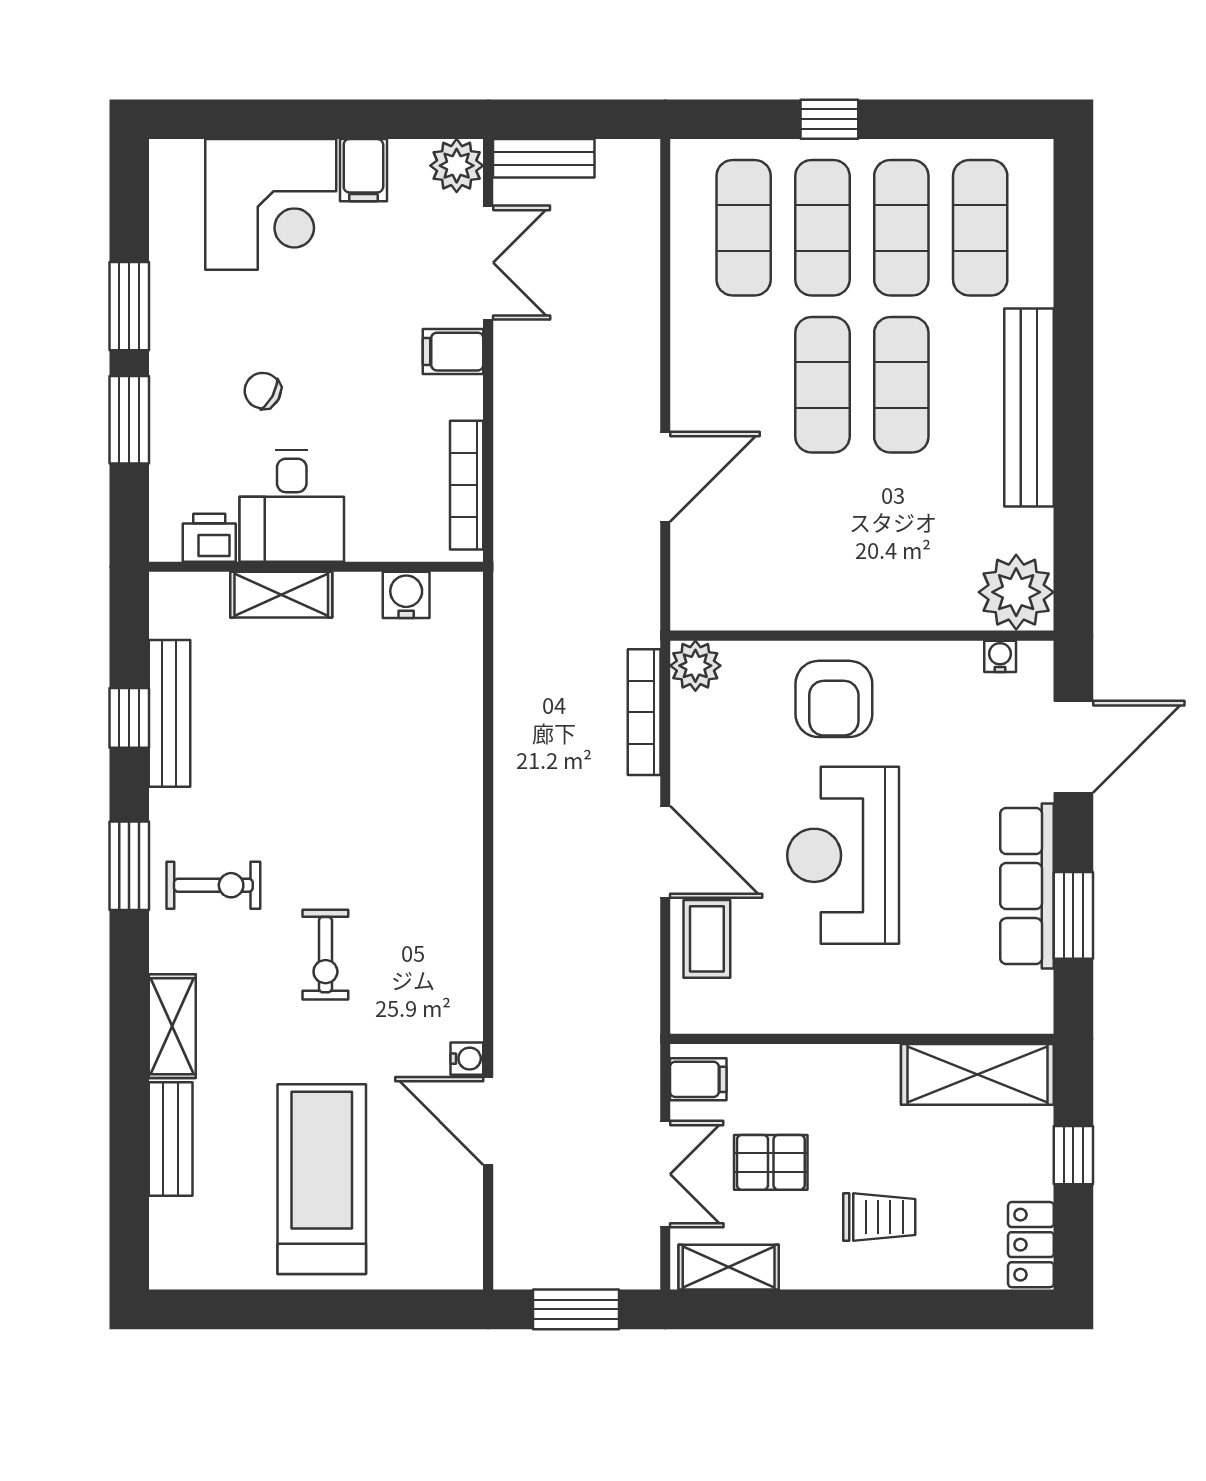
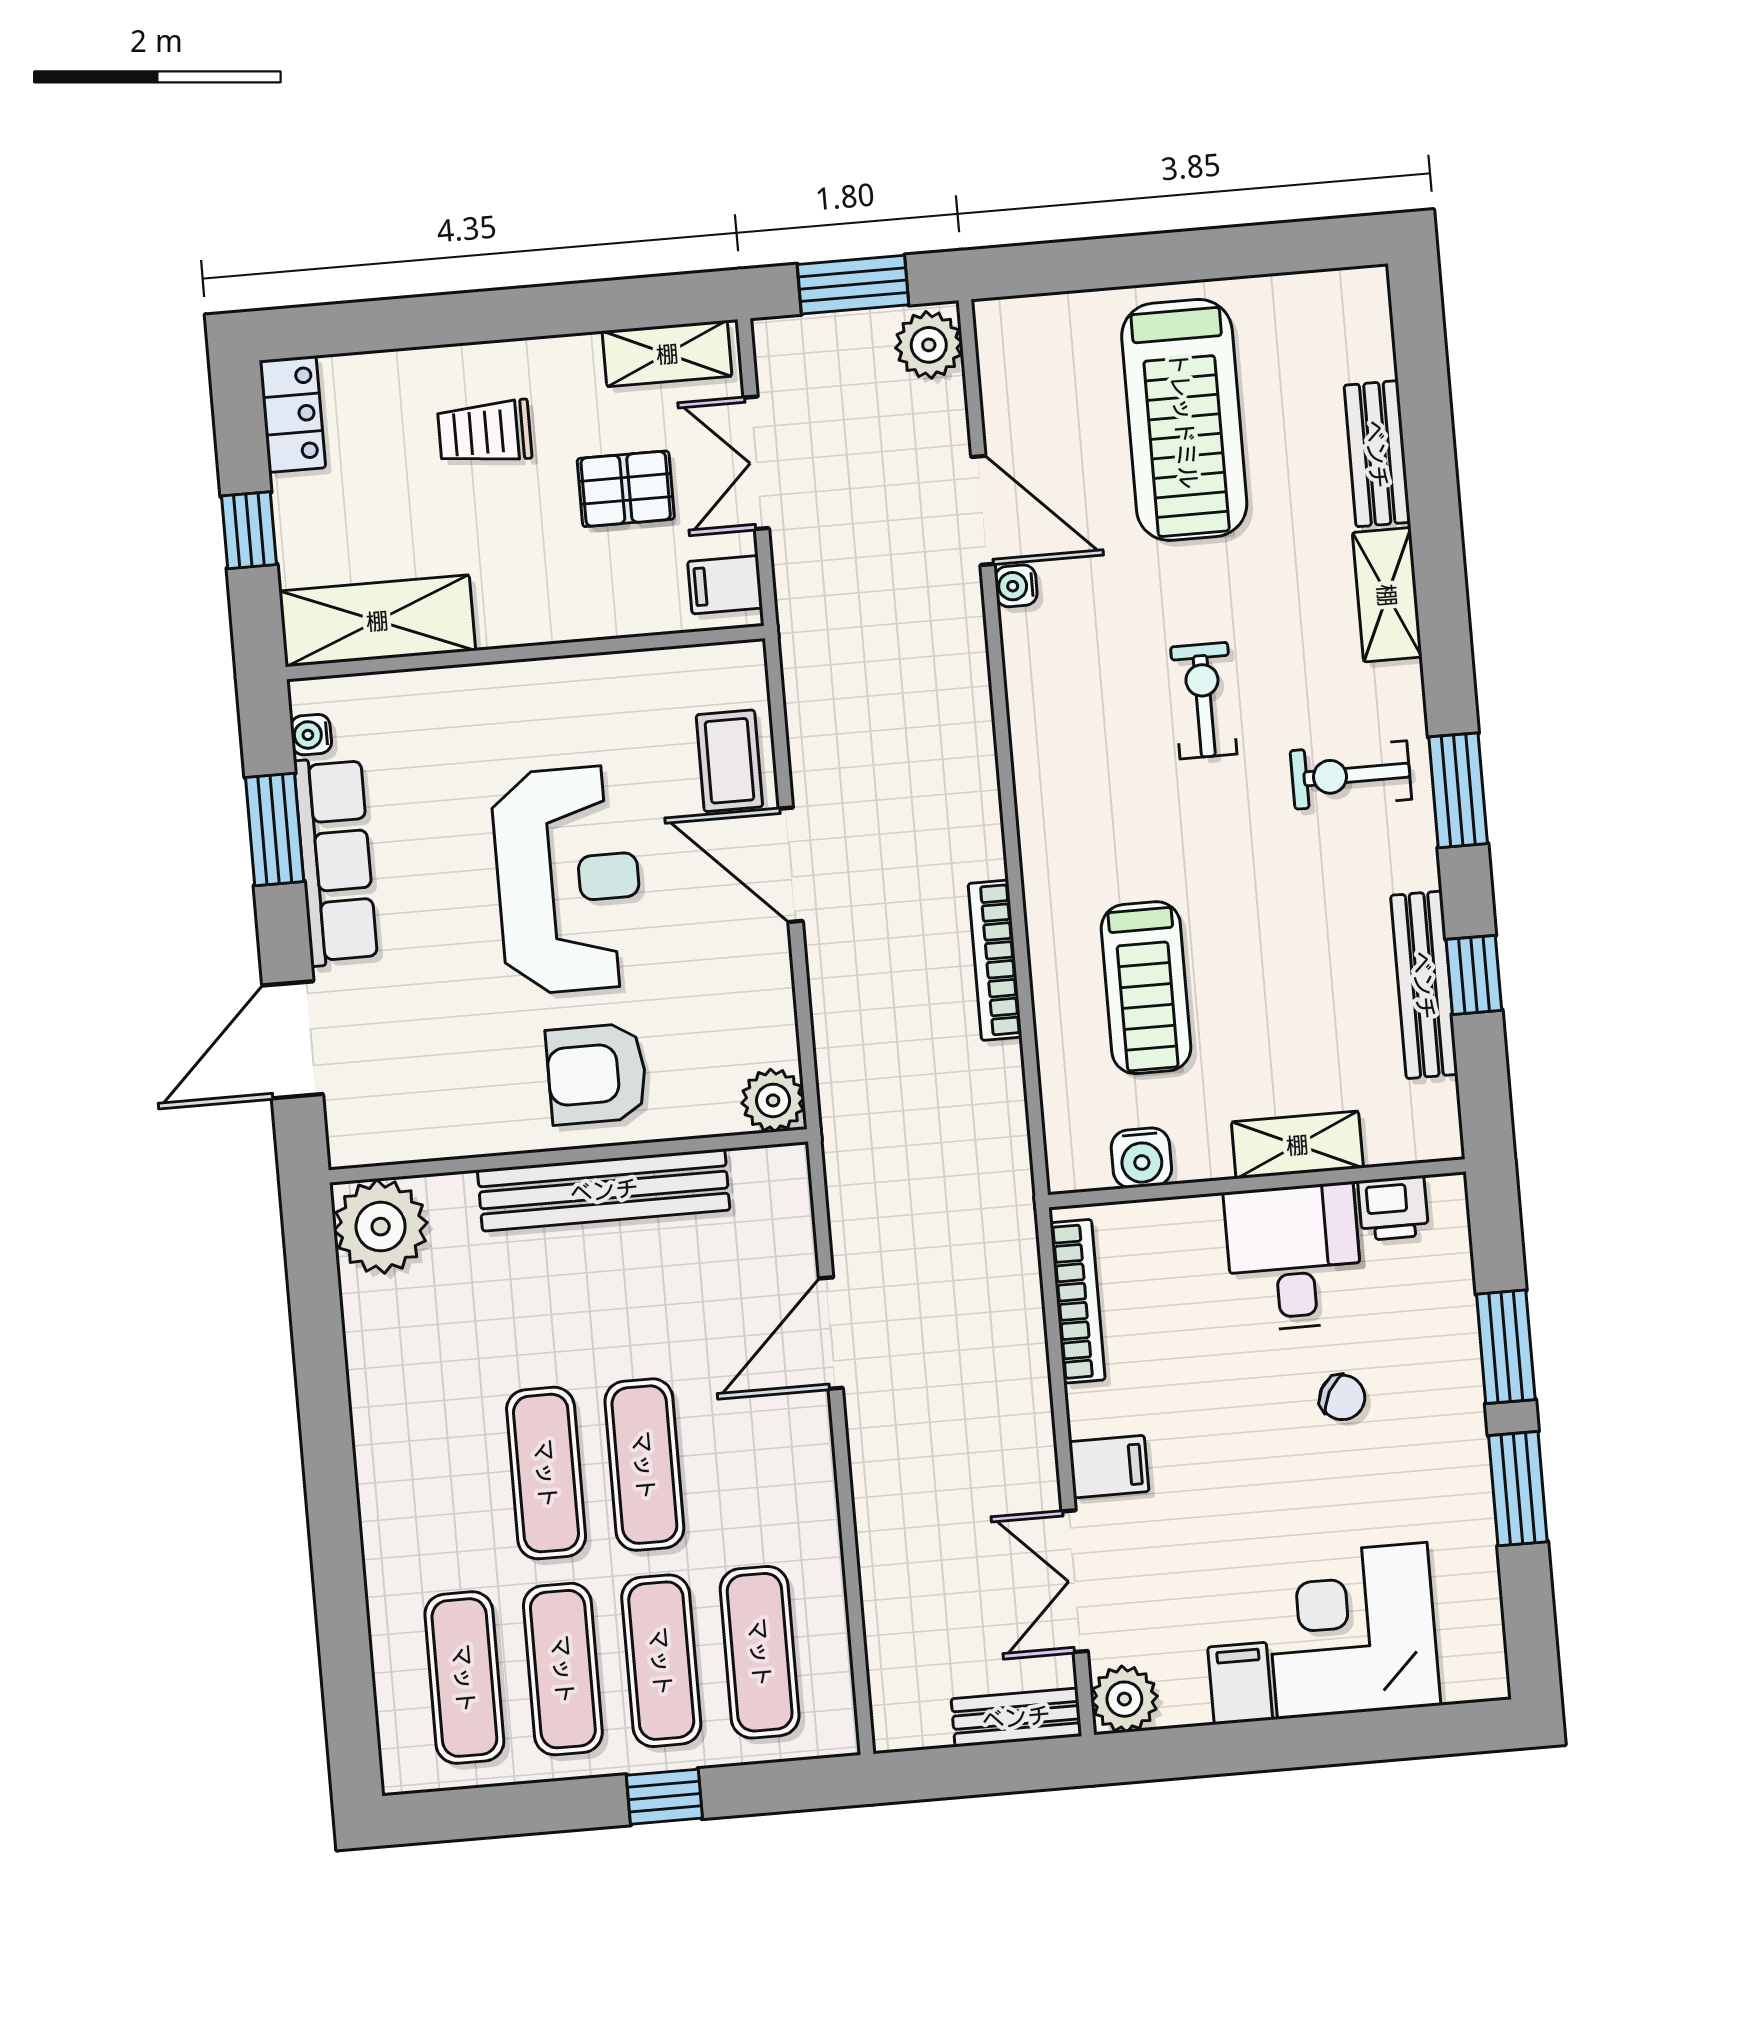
bench: (1029, 407) -> (604, 1190), moved, turned 90
water cooler: (1000, 656) -> (311, 735), moved, turned 90
armchair: (834, 699) -> (597, 1074), turned -90
bookcase: (644, 712) -> (995, 960), moved, turned 180
treadmill: (391, 730) -> (1146, 988), added
plant: (520, 1256) -> (929, 345), added

